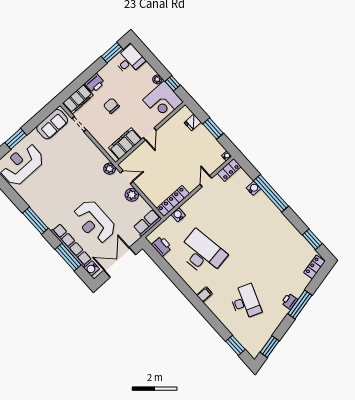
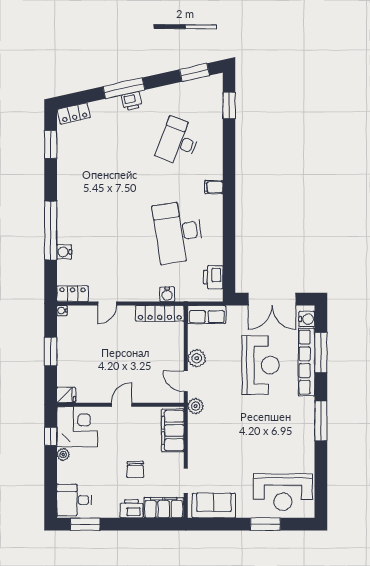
fridge: (193, 122) -> (66, 395), moved
filing cabinet: (125, 144) -> (173, 430), moved, turned 90

